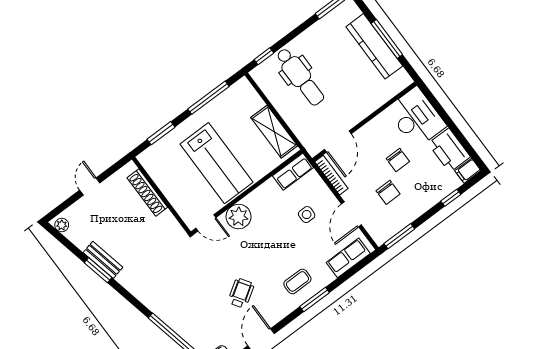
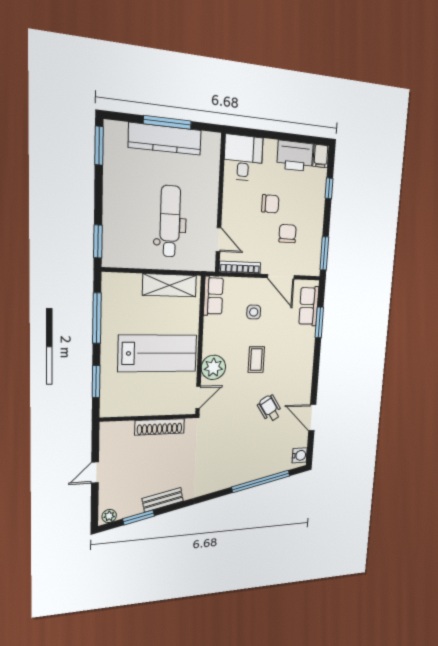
window: (264, 56) -> (98, 242), width x1.50
dental chair: (300, 77) -> (170, 221), moved, turned -90
desk: (416, 118) -> (243, 158), width x0.73
door: (338, 142) -> (219, 240), width x0.73
door: (90, 186) -> (95, 472), hinge flipped
shoe rack: (147, 192) -> (160, 427), moved
chair: (388, 192) -> (288, 234), turned -90
window: (98, 270) -> (139, 517), moved
coffee table: (297, 281) -> (256, 360), moved
window: (315, 300) -> (319, 322), moved

